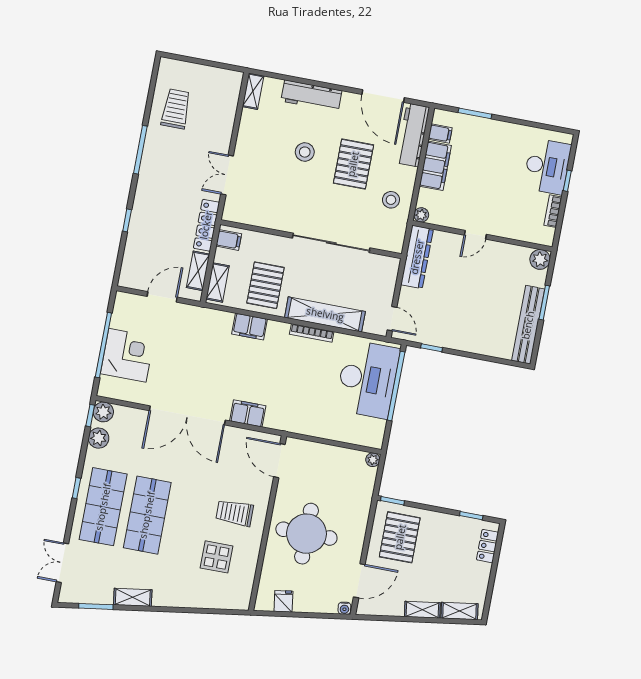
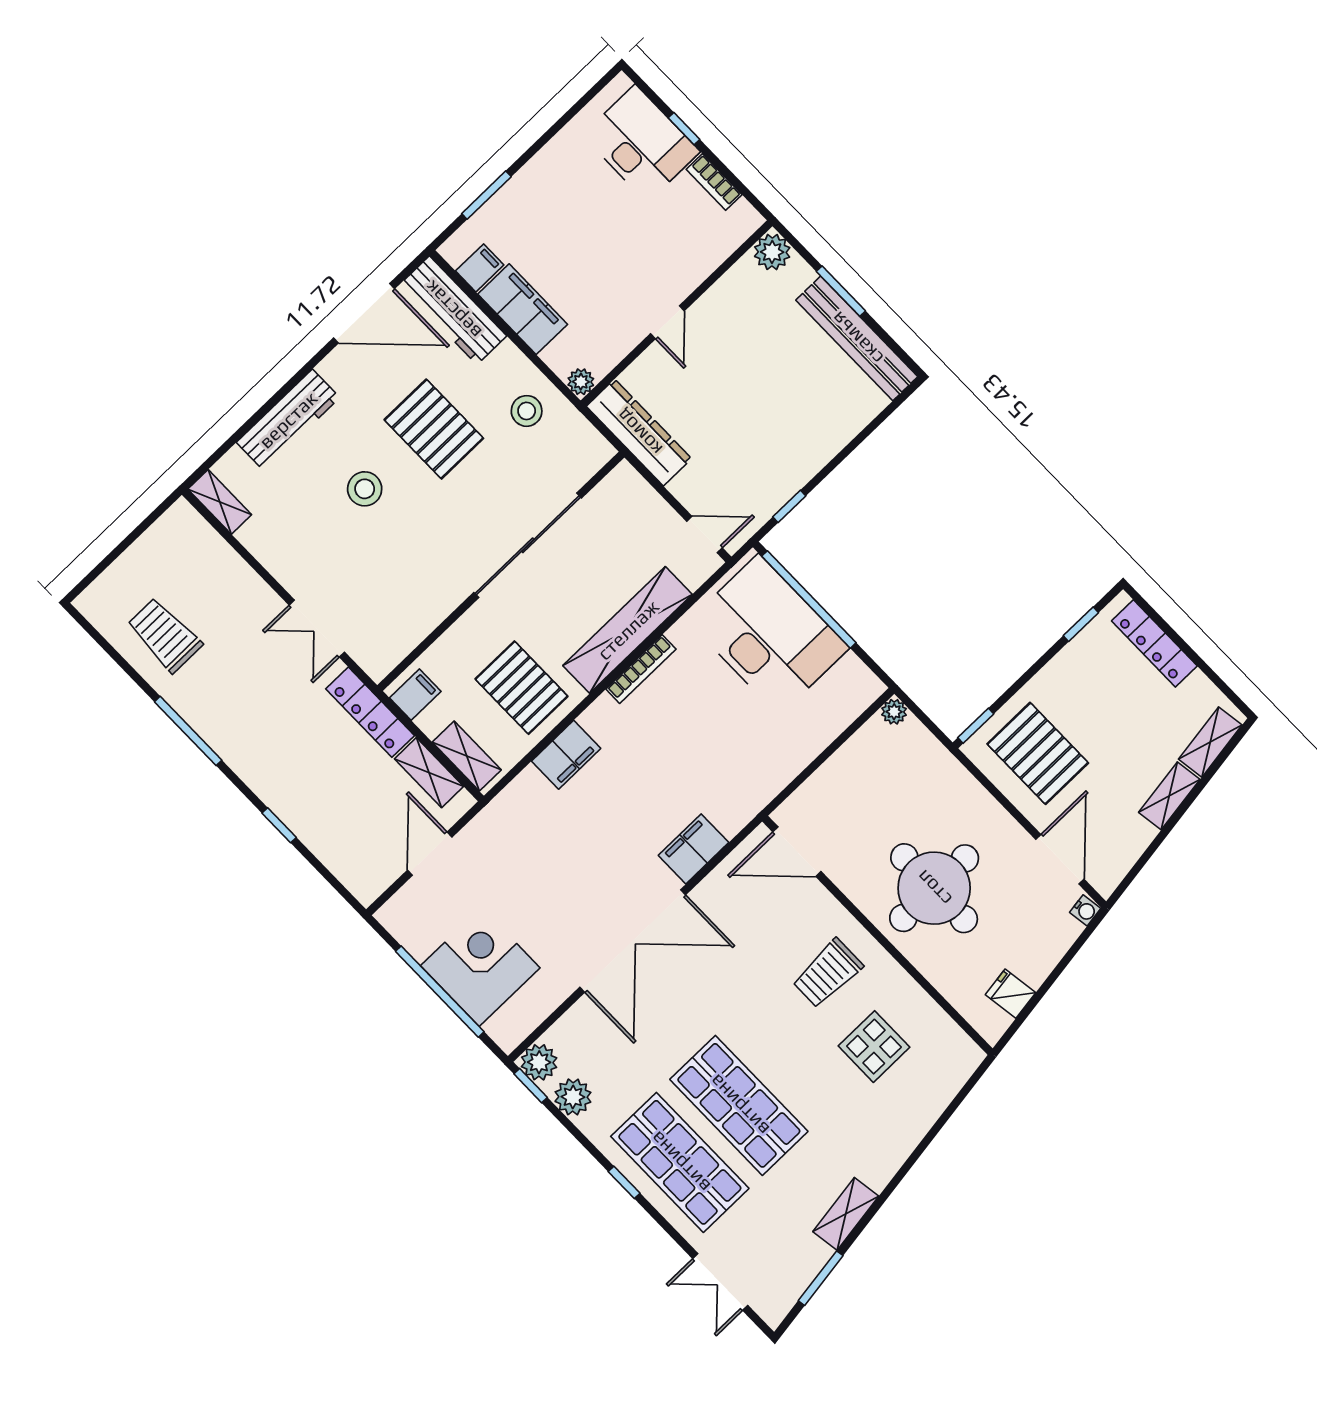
locker: (488, 546) -> (1154, 643), width x1.53

